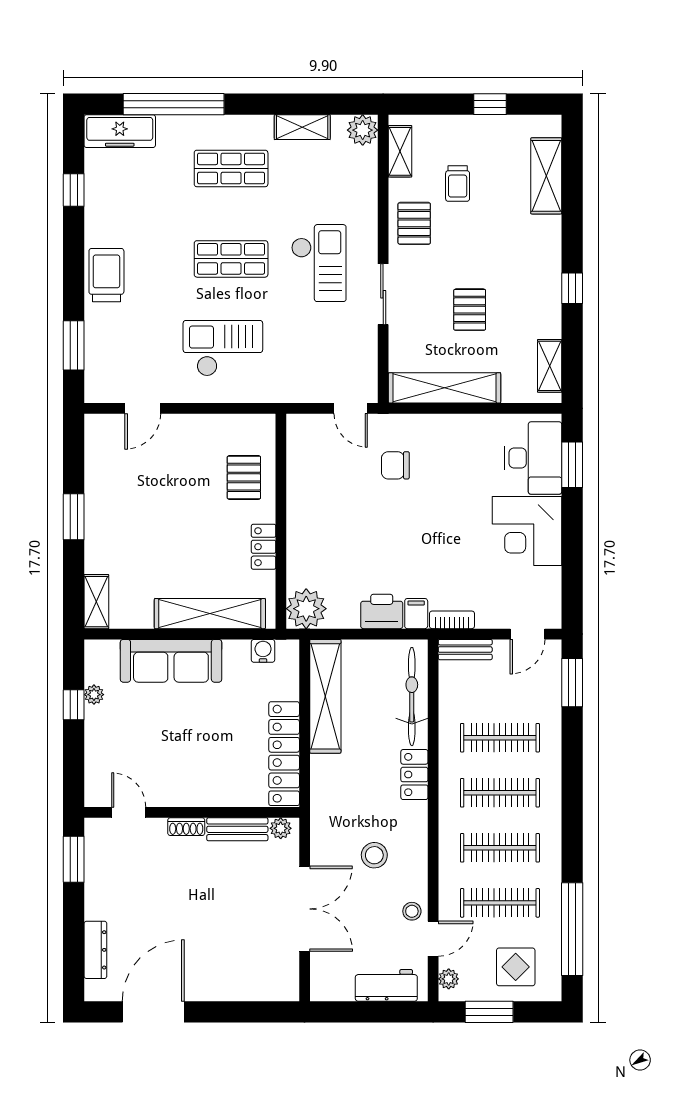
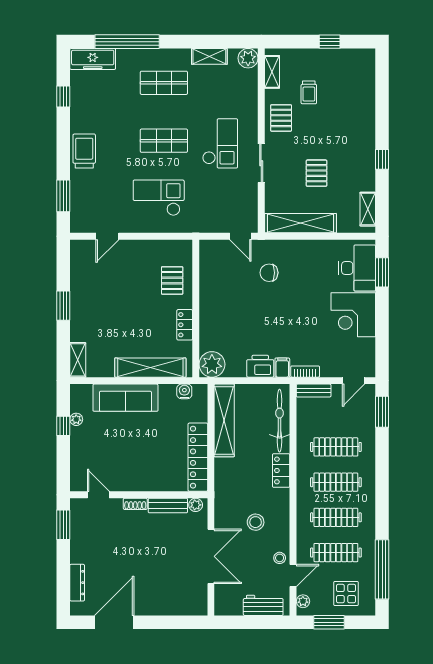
shelving: (546, 176) -> (366, 88), removed

